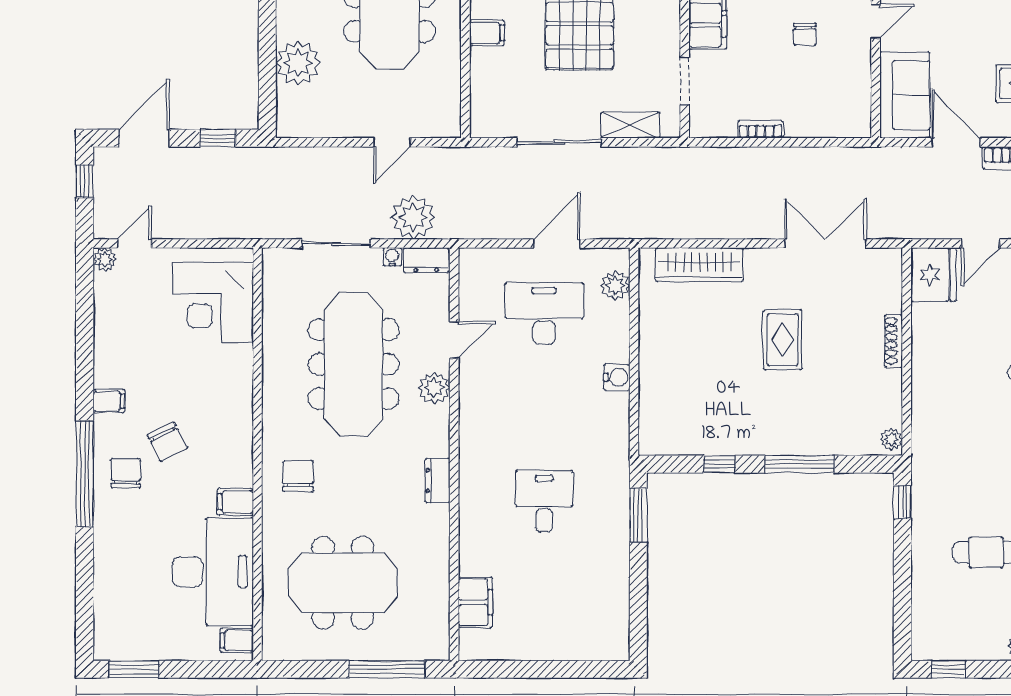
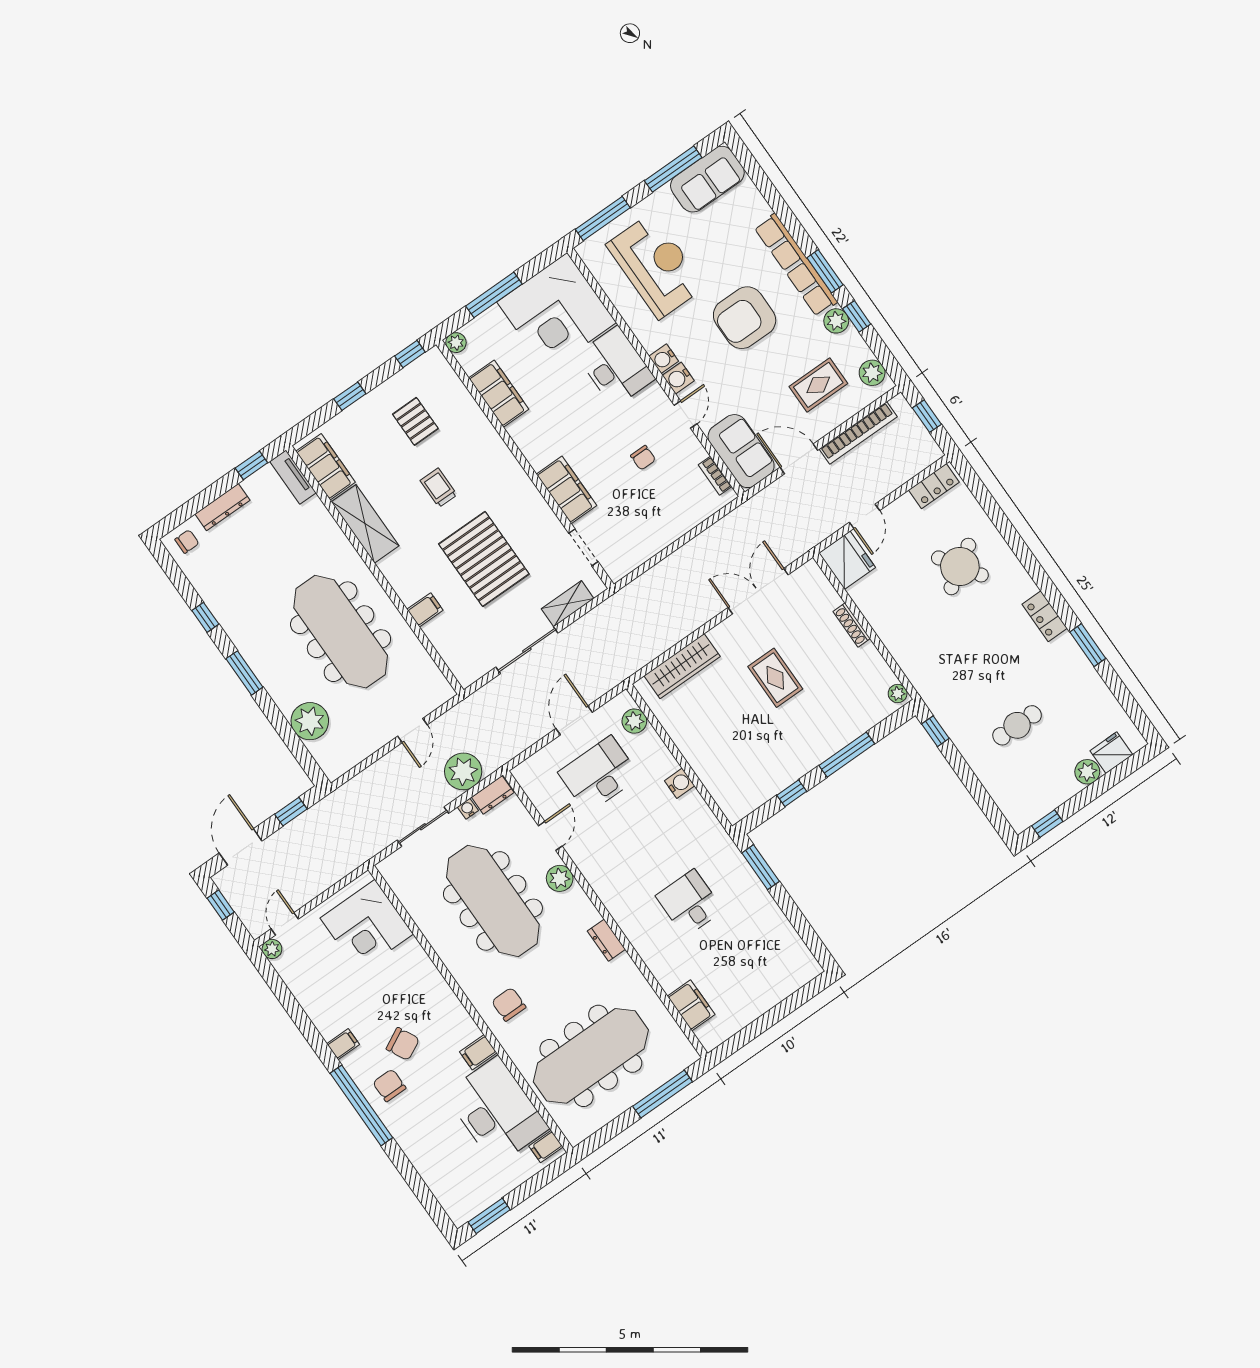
bookcase: (761, 129) -> (715, 476), moved, turned -90
meeting table: (343, 583) -> (591, 1056), width x1.36

